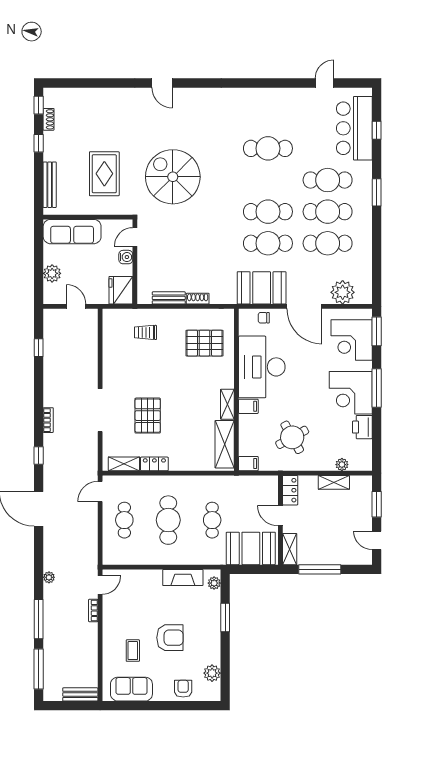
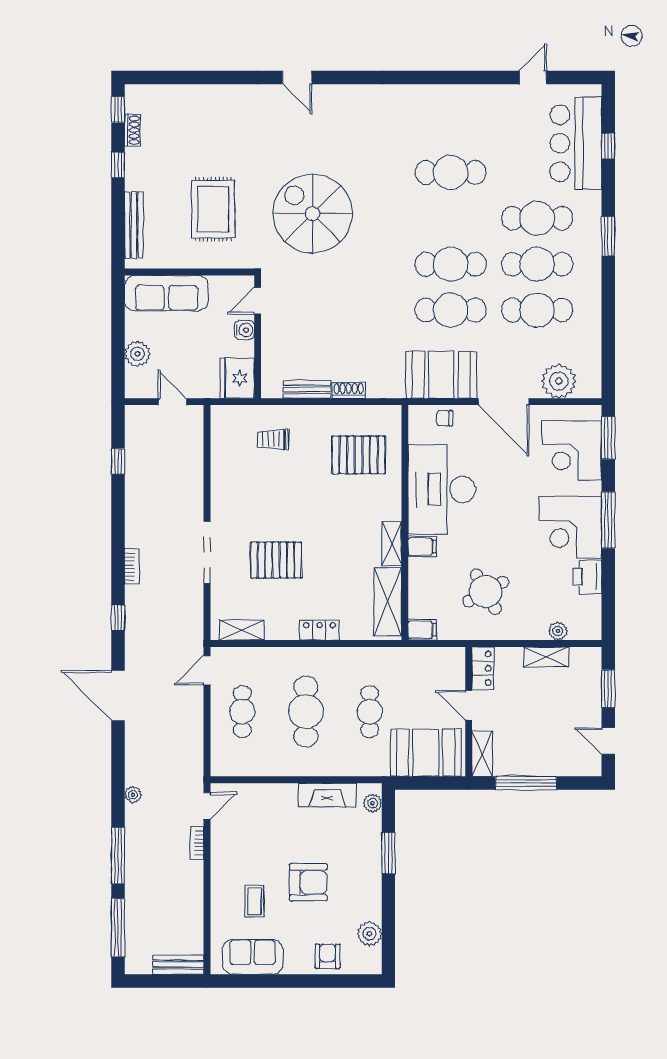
pallet: (148, 416) -> (276, 560), turned 90
locker: (154, 464) -> (319, 630), moved

